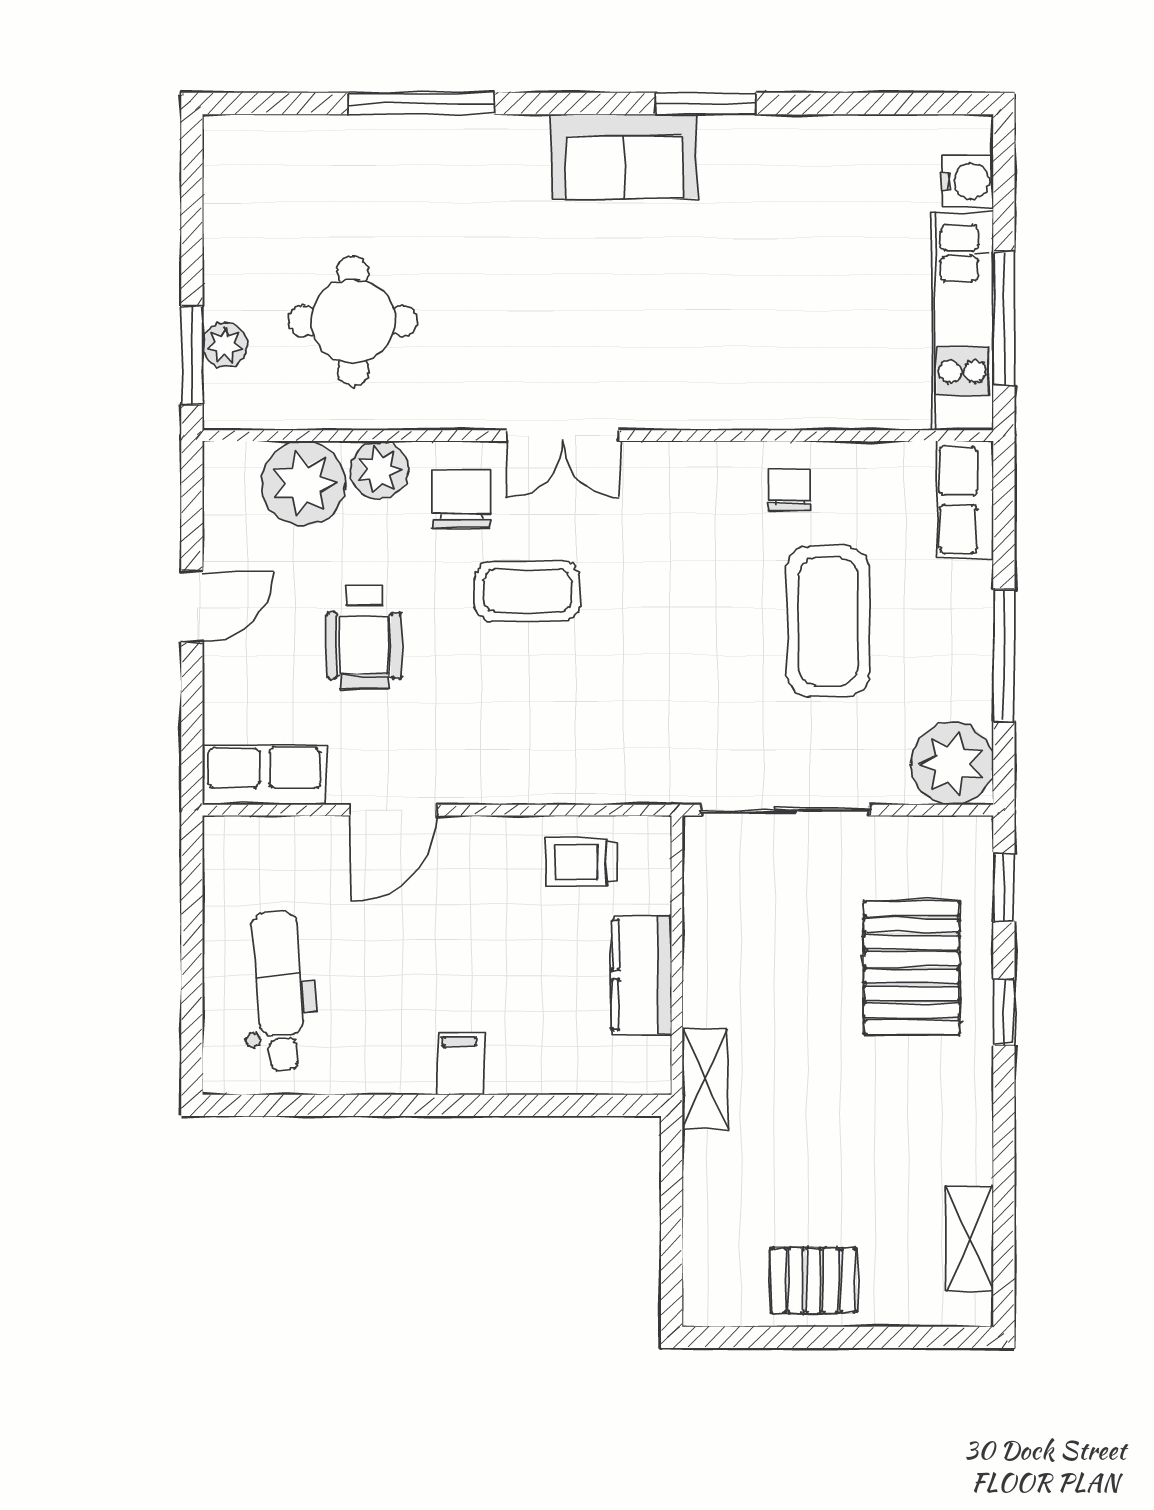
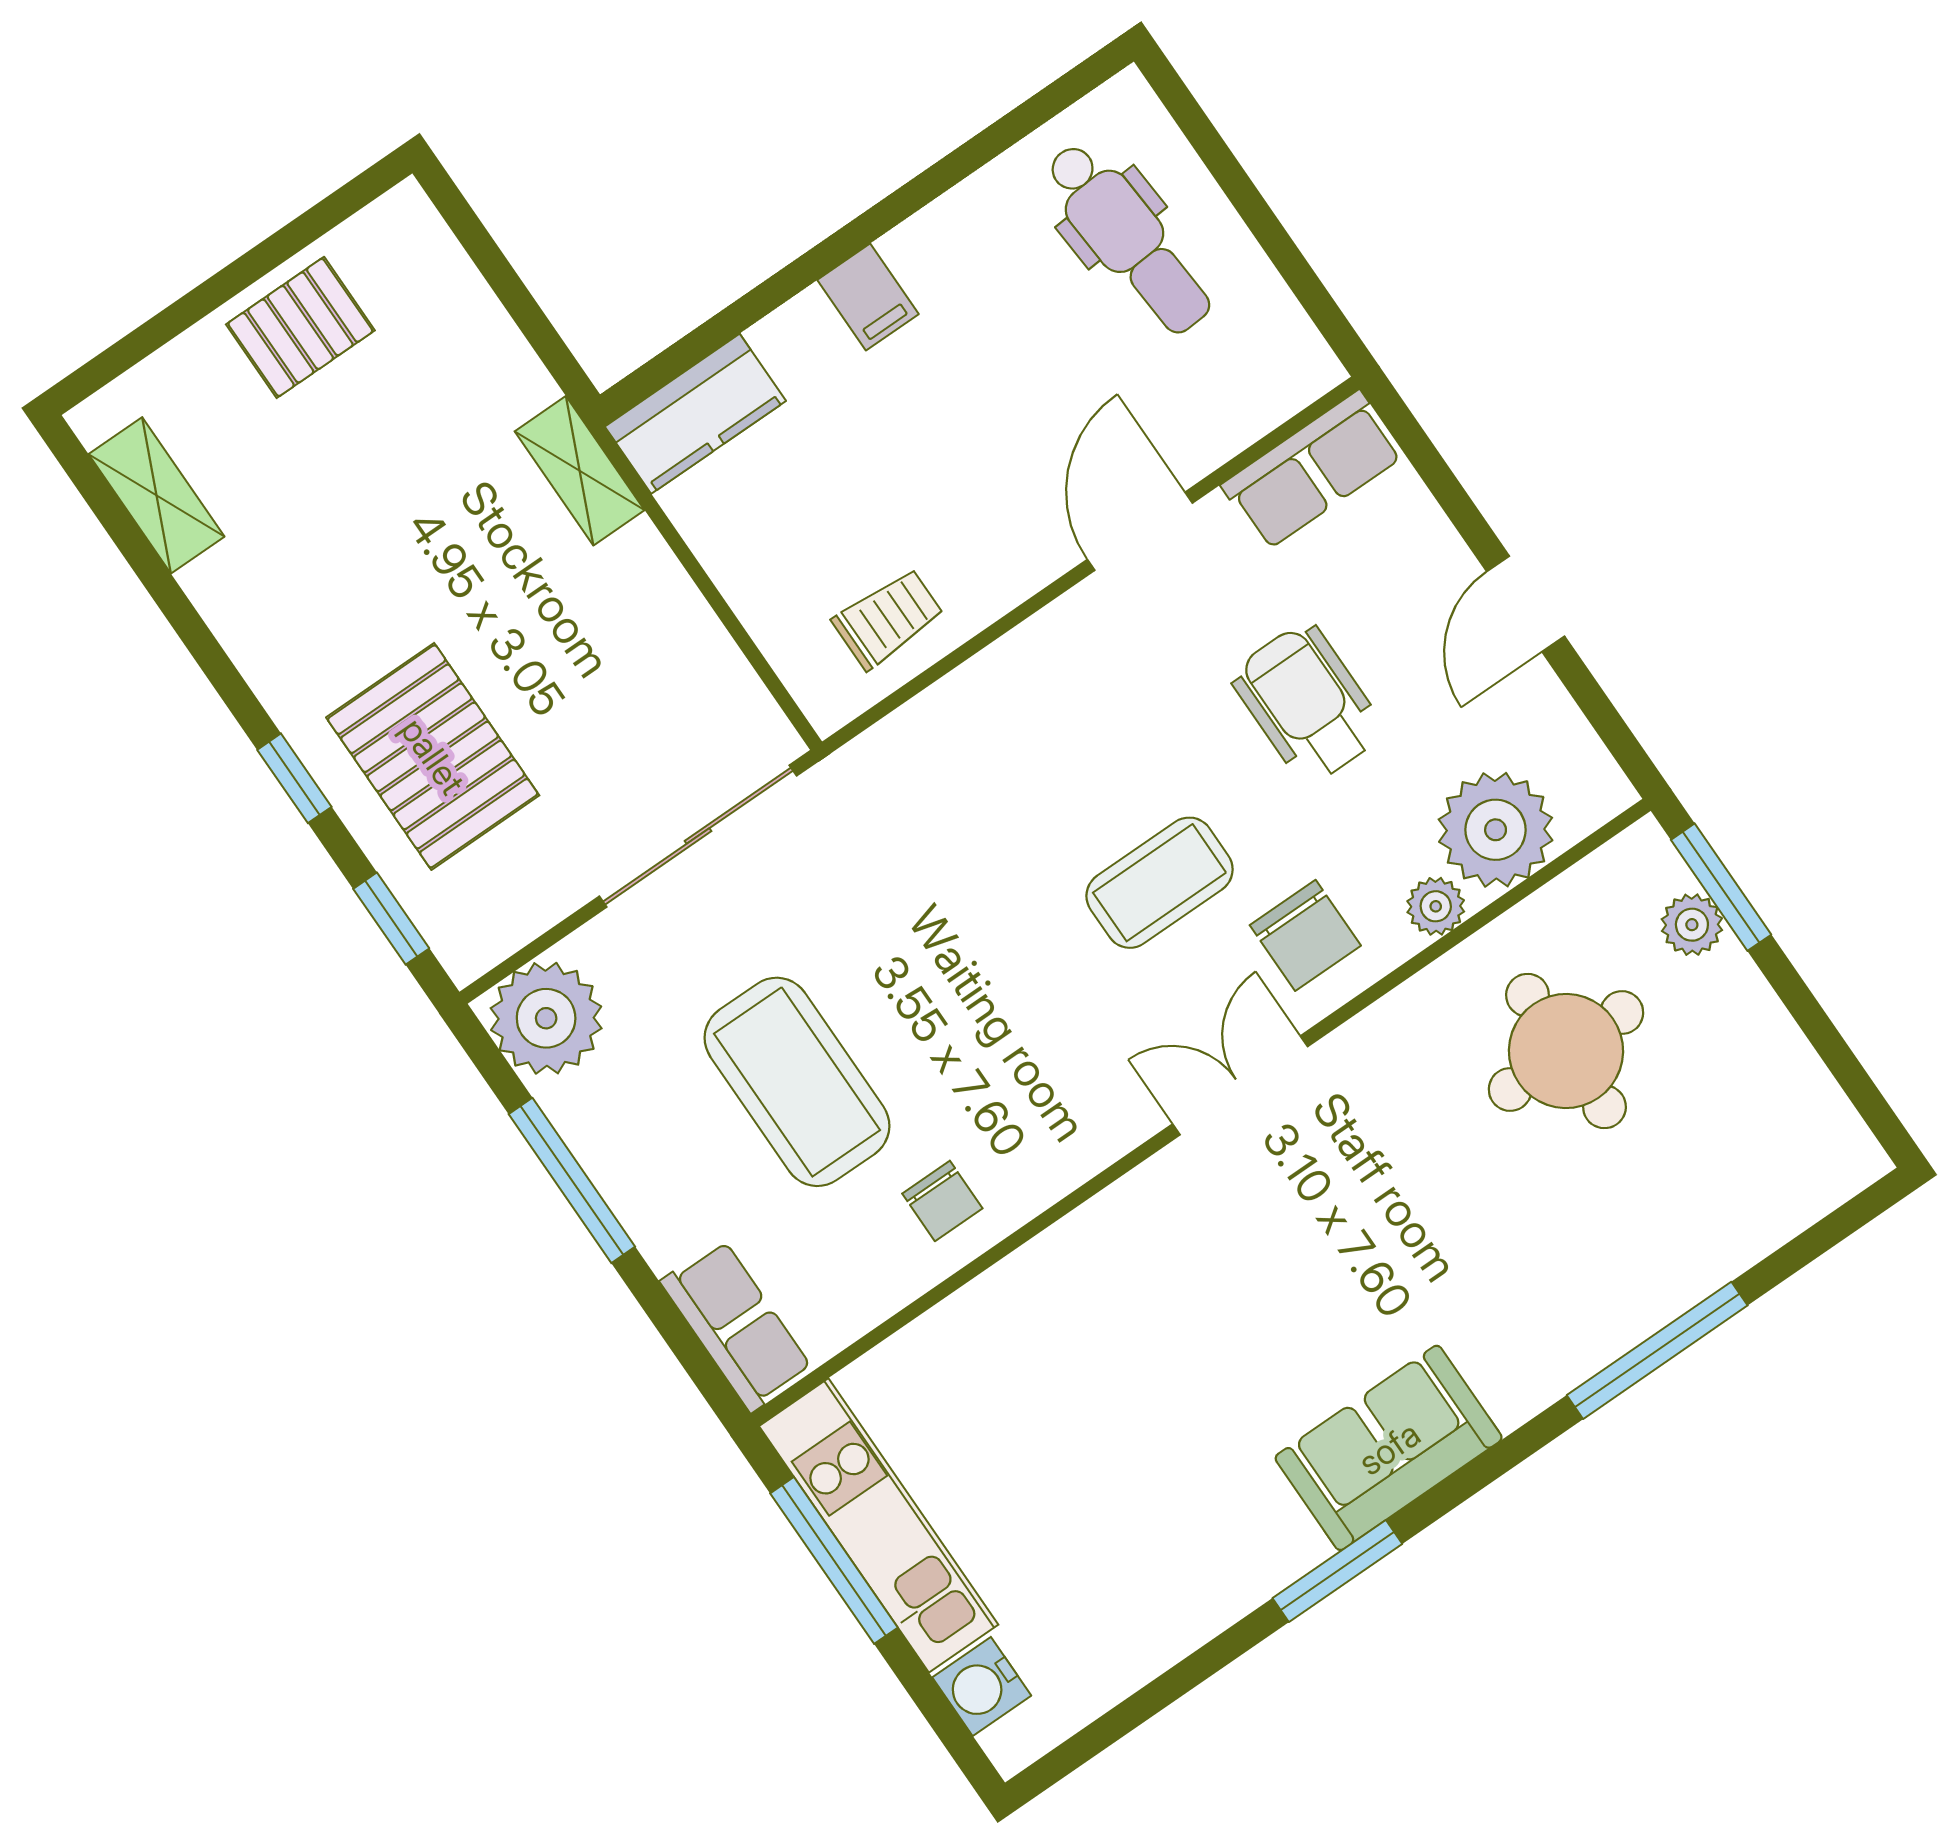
plant: (379, 470) -> (1436, 906), width x0.73, depth x0.73
kitchen counter: (642, 975) -> (695, 414), moved, turned 90

